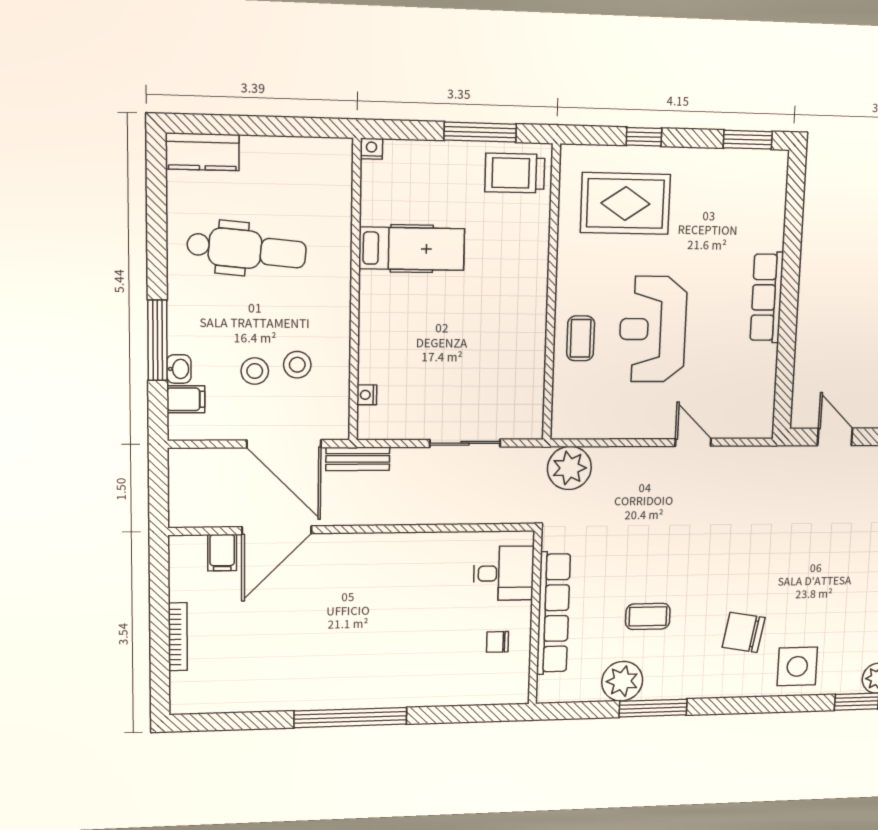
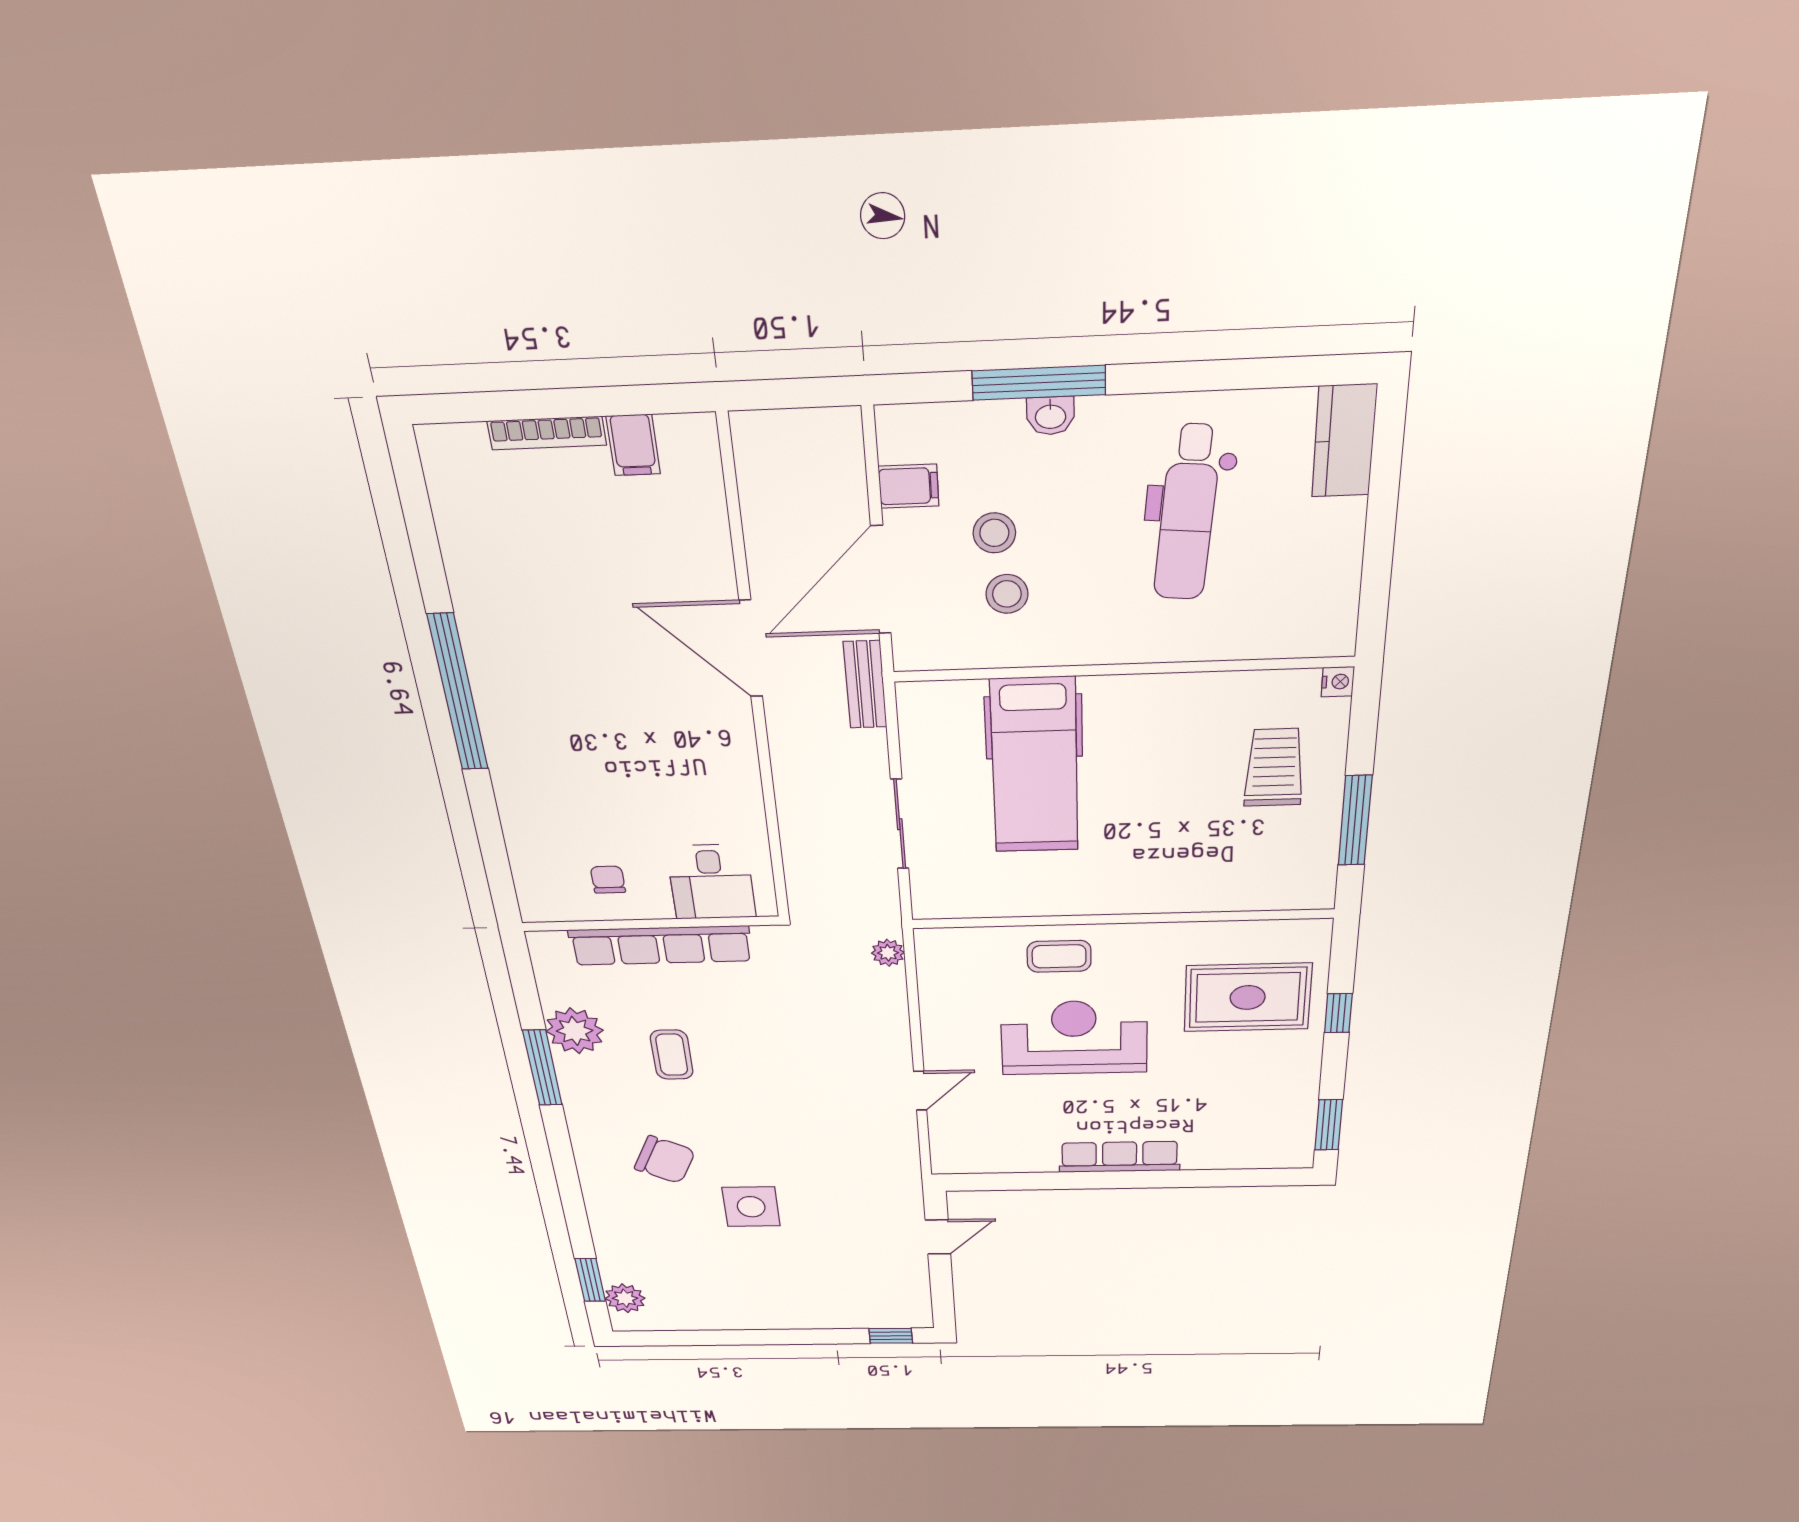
trolley: (515, 173) -> (1274, 768), moved
rug: (625, 203) -> (1248, 997), turned 90
hospital bed: (412, 249) -> (1035, 766), moved, width x1.37, depth x1.29
washbasin: (179, 369) -> (1051, 416), moved
nightstand: (367, 395) -> (965, 692), removed
filing cabinet: (186, 399) -> (909, 486), moved, turned -90
plant: (569, 468) -> (888, 953), width x0.53, depth x0.53
door: (277, 530) -> (751, 649), moved
filing cabinet: (222, 553) -> (633, 445), moved, turned -90
chair: (744, 632) -> (665, 1160), turned 106
side table: (797, 666) -> (751, 1207), moved

